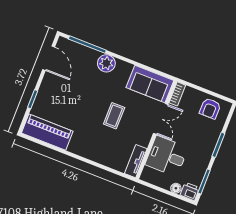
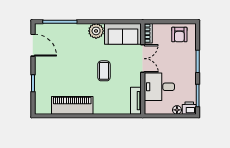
plant: (106, 63) -> (96, 31), moved
piano: (47, 132) -> (72, 105), moved

